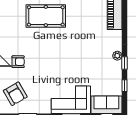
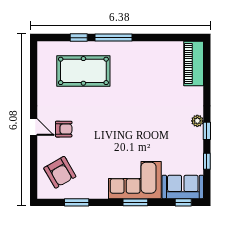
pool table: (46, 16) -> (83, 71), moved

